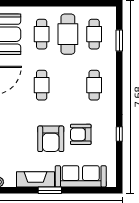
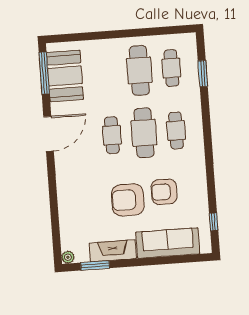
cafe table: (42, 34) -> (144, 133), moved, width x1.37, depth x1.35
window: (119, 134) -> (214, 222), moved
armchair: (51, 139) -> (128, 200), turned 90
window: (50, 190) -> (95, 265), moved

